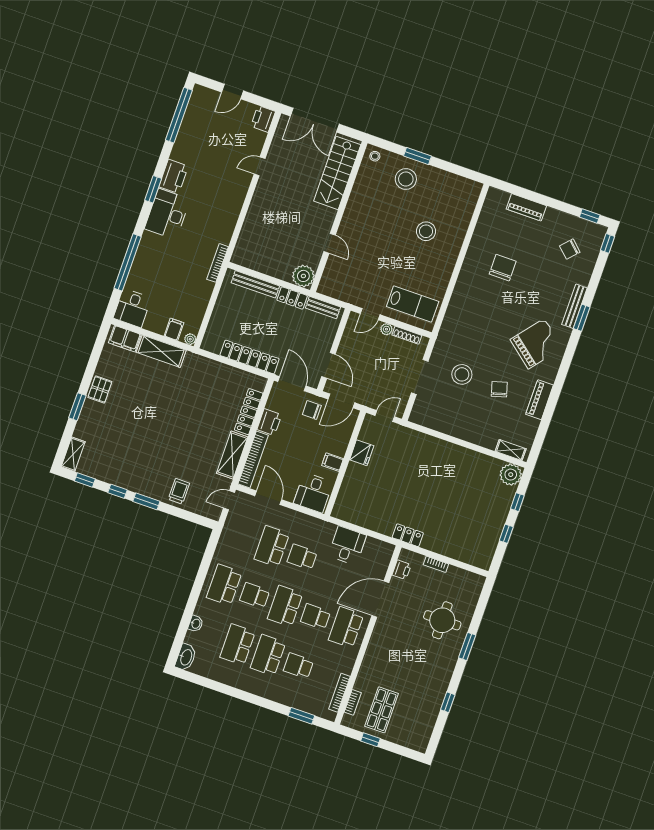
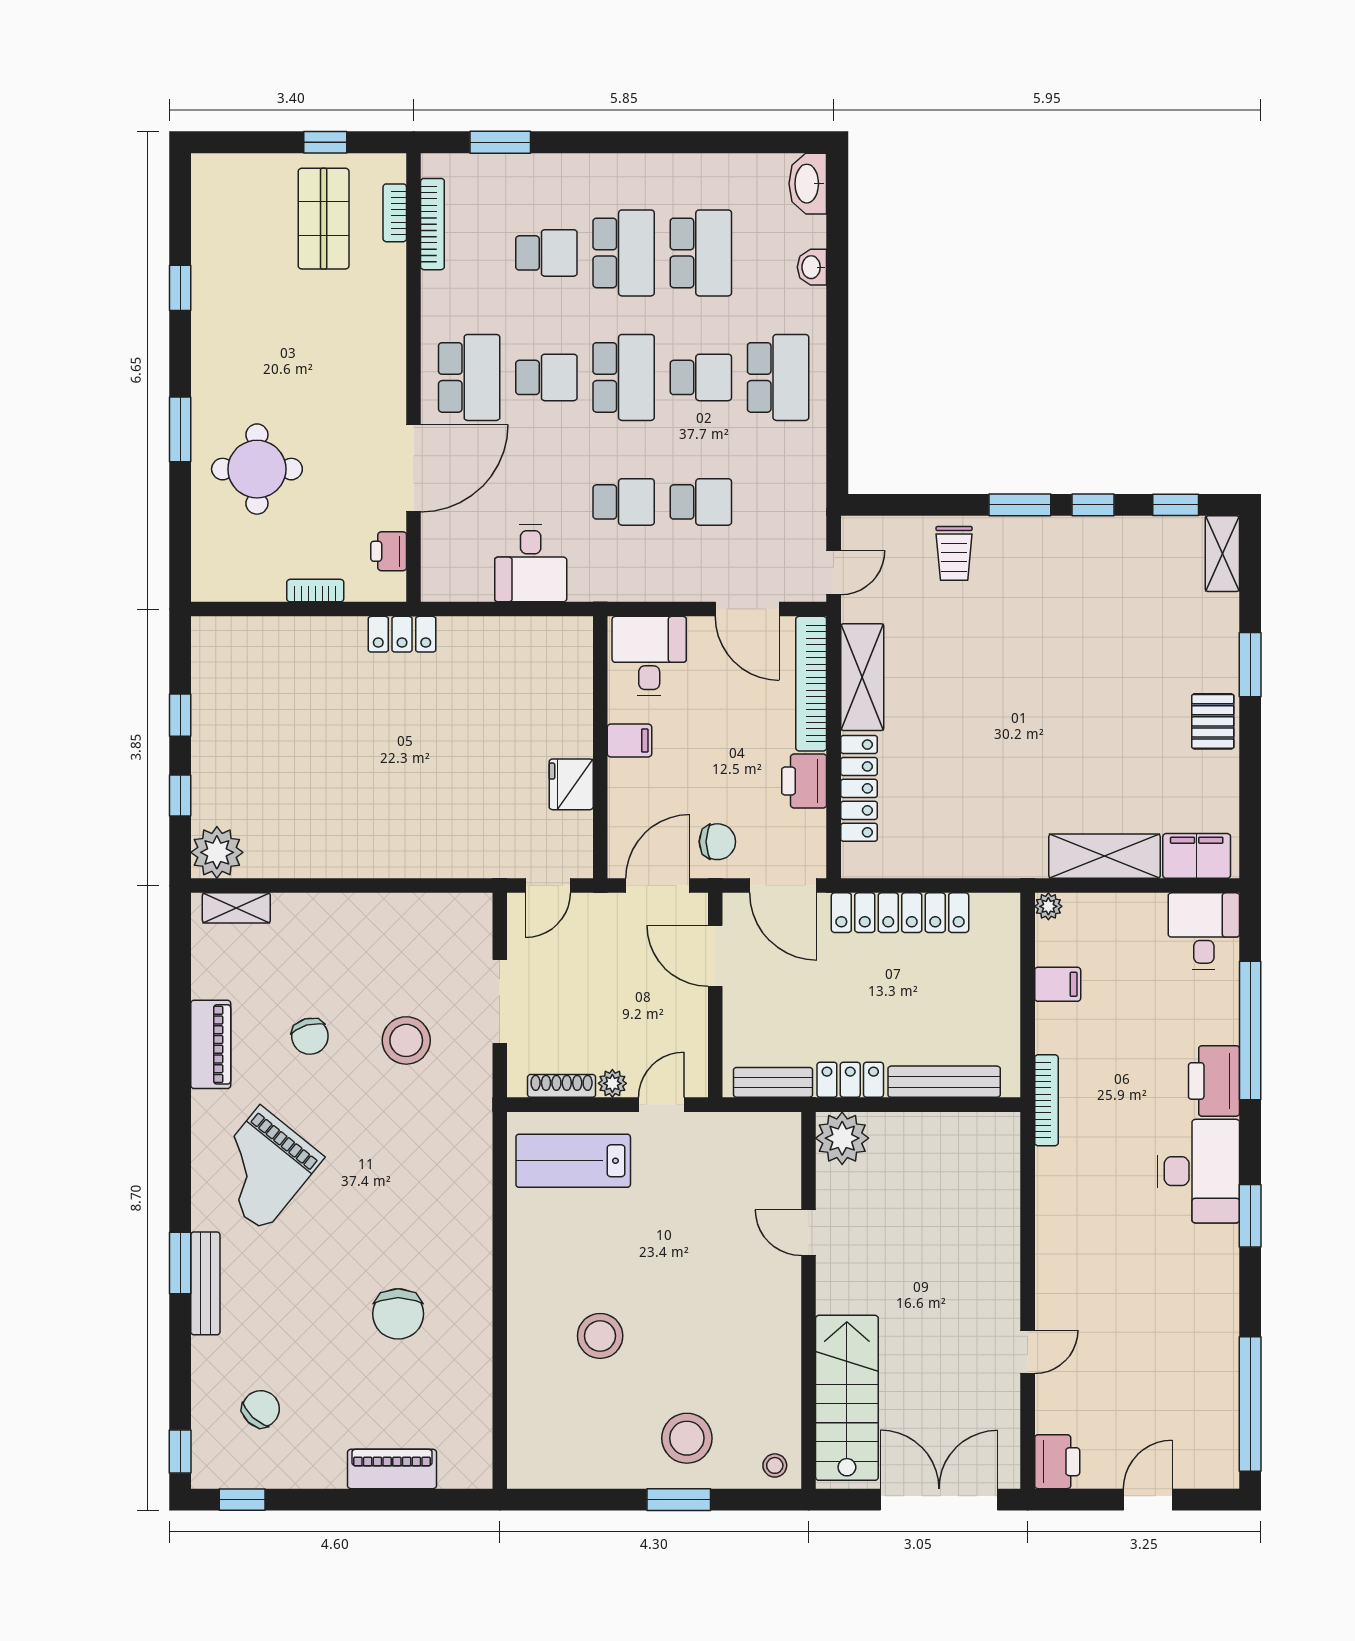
printer: (174, 176) -> (1214, 1081), moved
filing cabinet: (174, 329) -> (1058, 984), moved, turned -90
school desk: (272, 546) -> (701, 502), width x0.54

